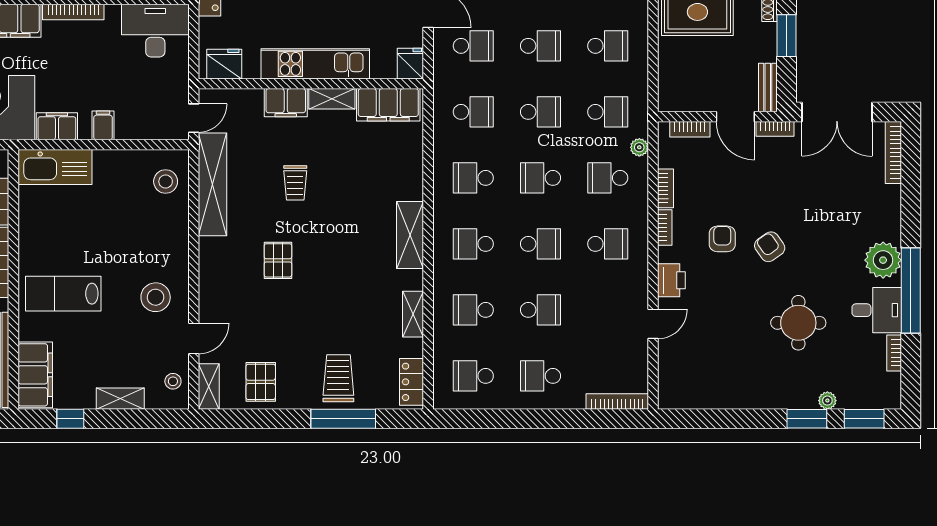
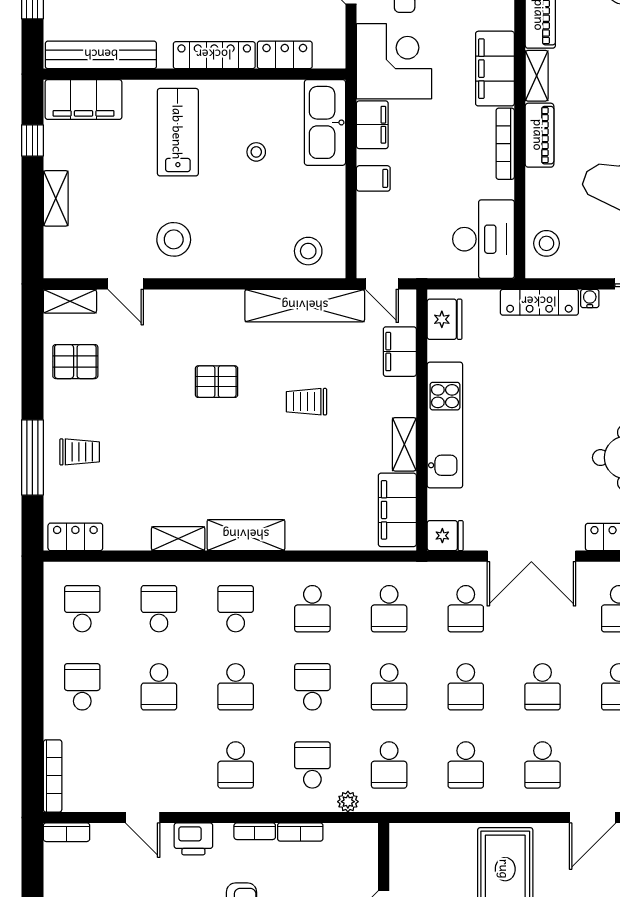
filing cabinet: (286, 103) -> (400, 352), moved
bookcase: (690, 129) -> (66, 832), moved, turned -90
school desk: (473, 178) -> (312, 609), turned 180
shelving: (413, 314) -> (178, 539), moved
trolley: (338, 378) -> (80, 452), width x0.73, depth x0.72
stool: (173, 381) -> (256, 152), moved

